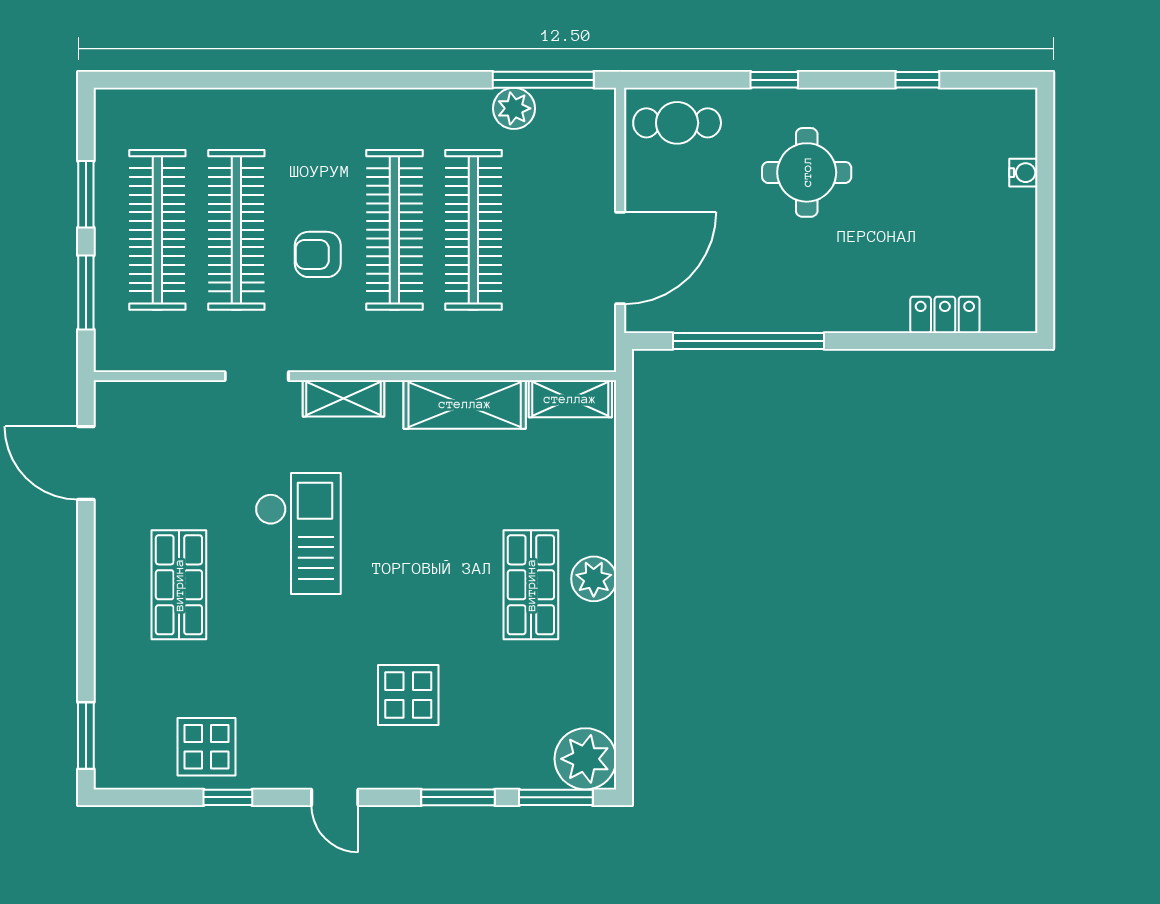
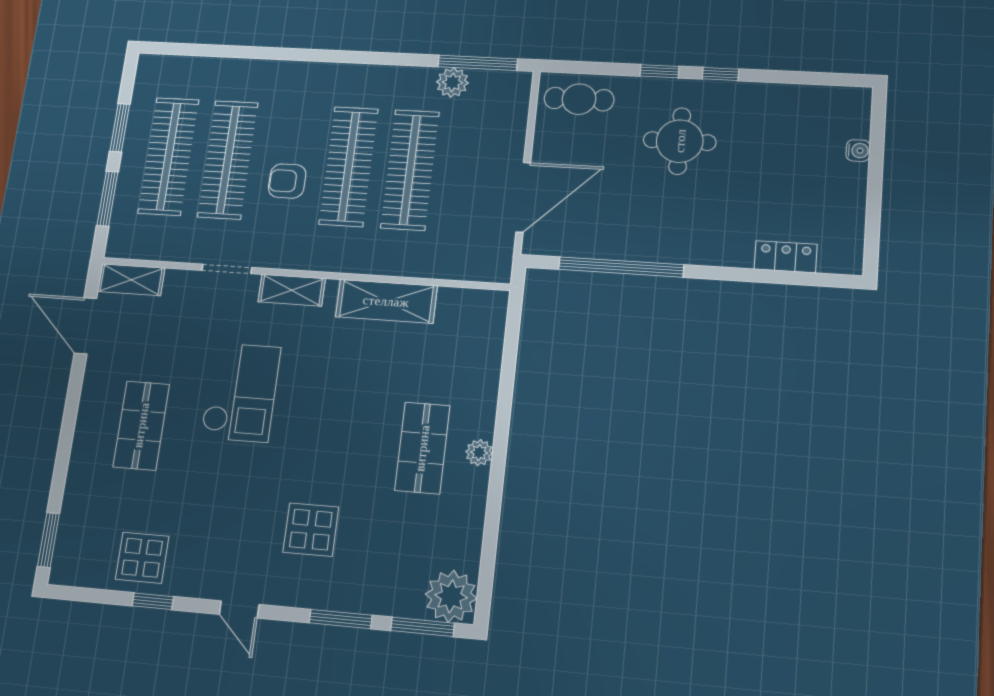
window: (917, 80) -> (721, 74), moved
shelving: (570, 399) -> (131, 280), moved
plant: (594, 579) -> (479, 453), width x0.73, depth x0.73

